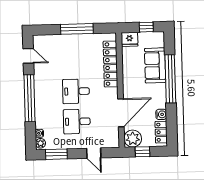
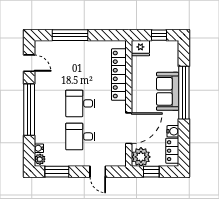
window: (77, 29) -> (70, 35), moved
sofa: (155, 65) -> (168, 91), moved

